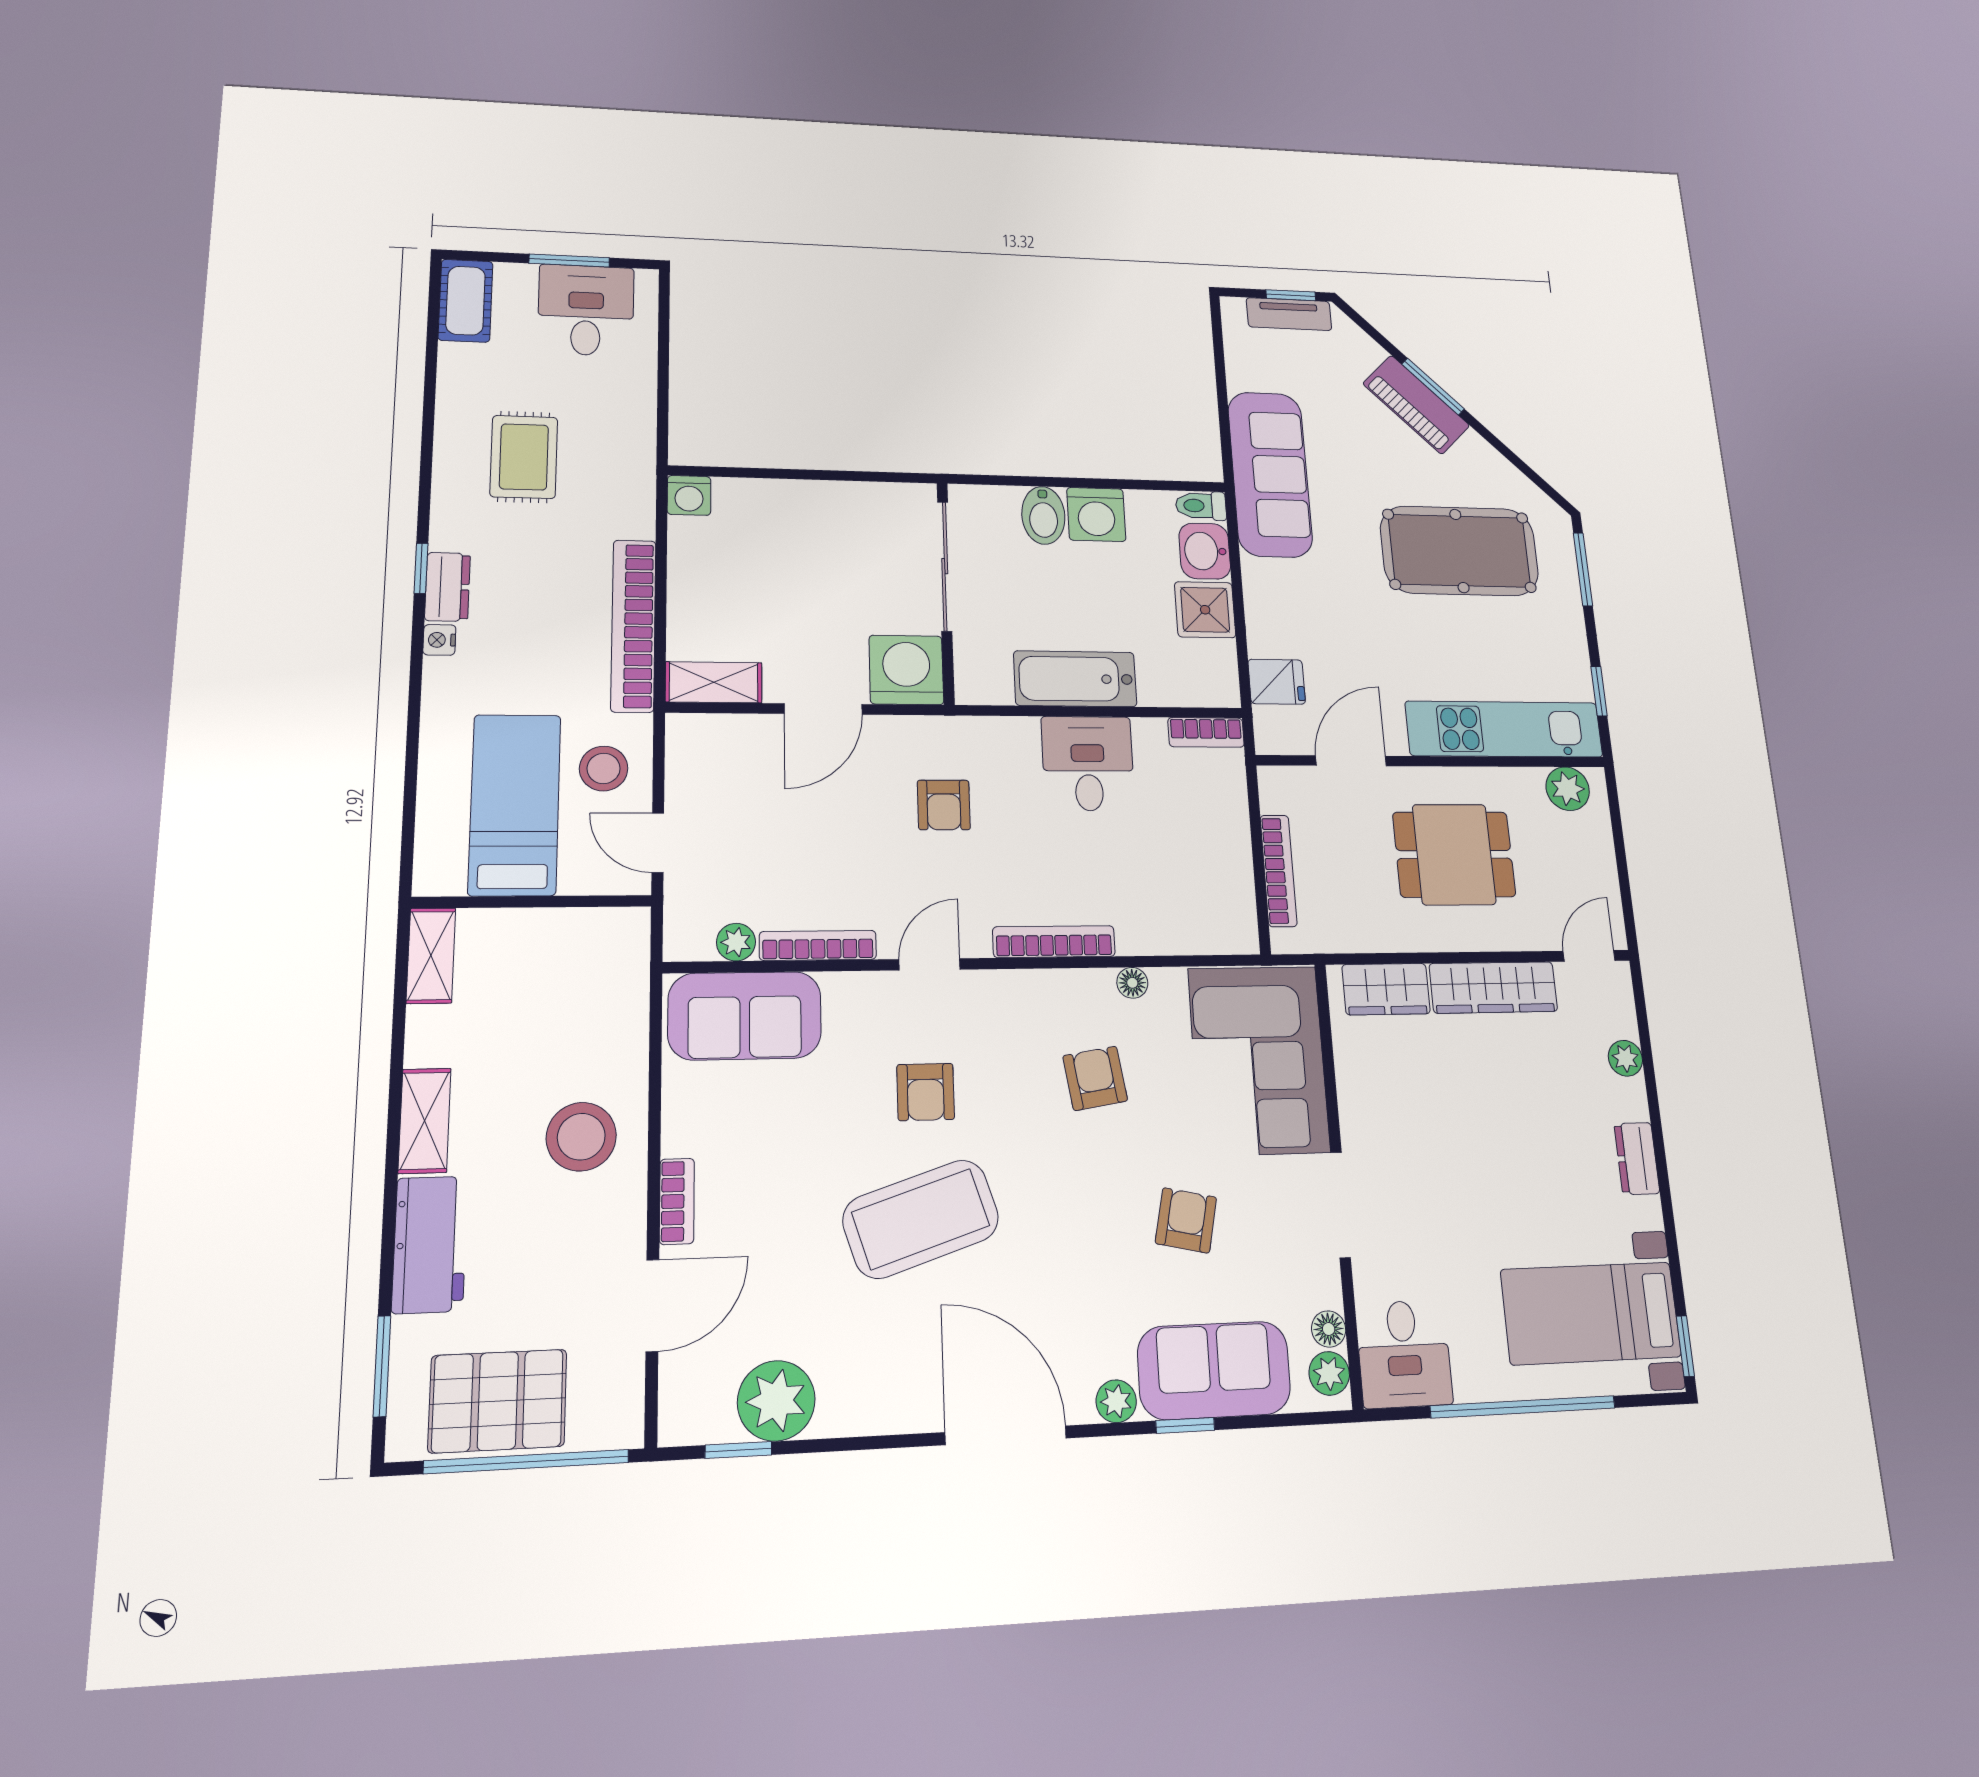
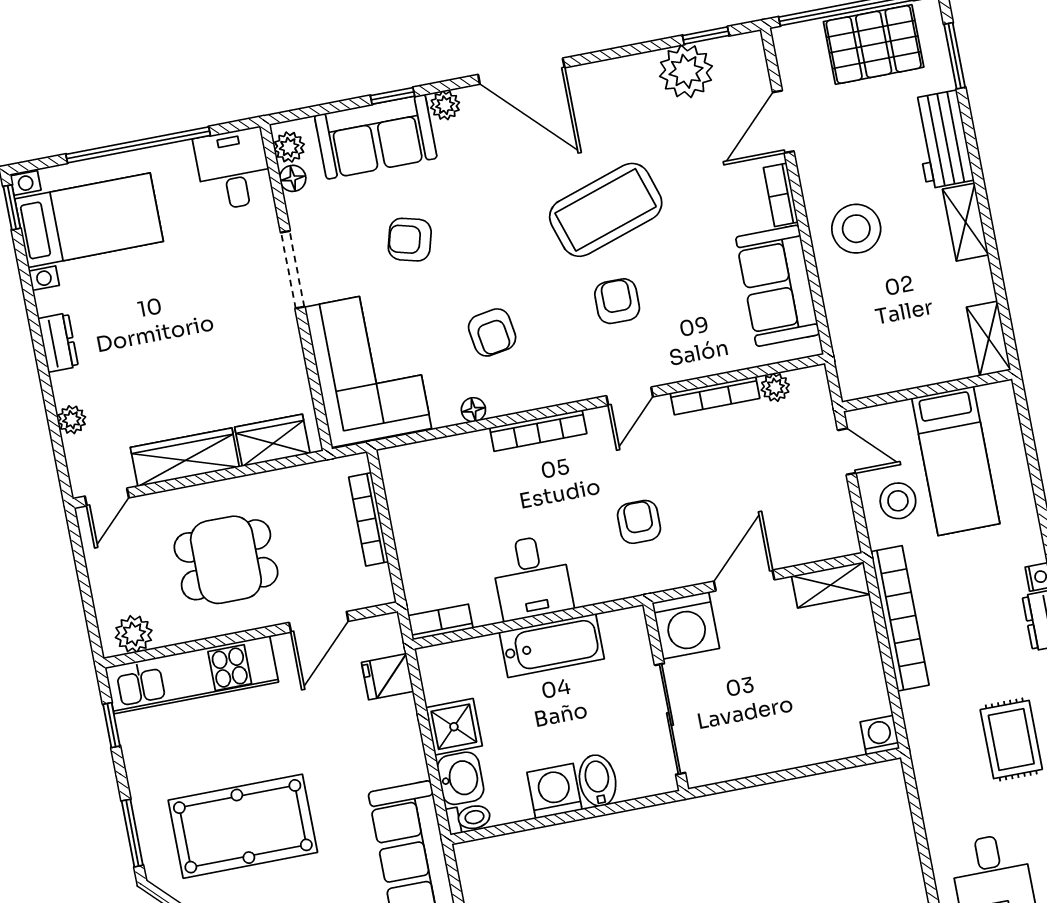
sofa: (745, 1016) -> (778, 286), moved, turned -90
armchair: (1186, 1220) -> (410, 240), turned 93

